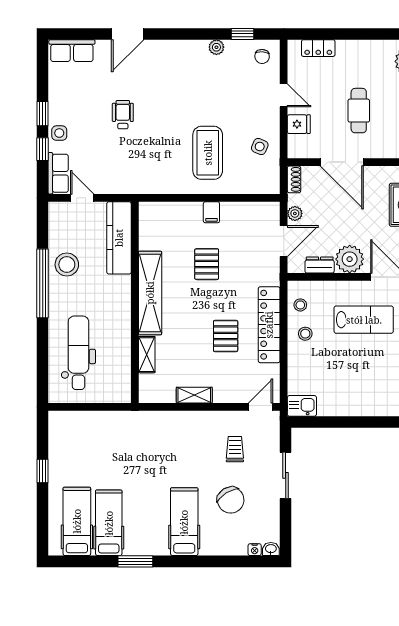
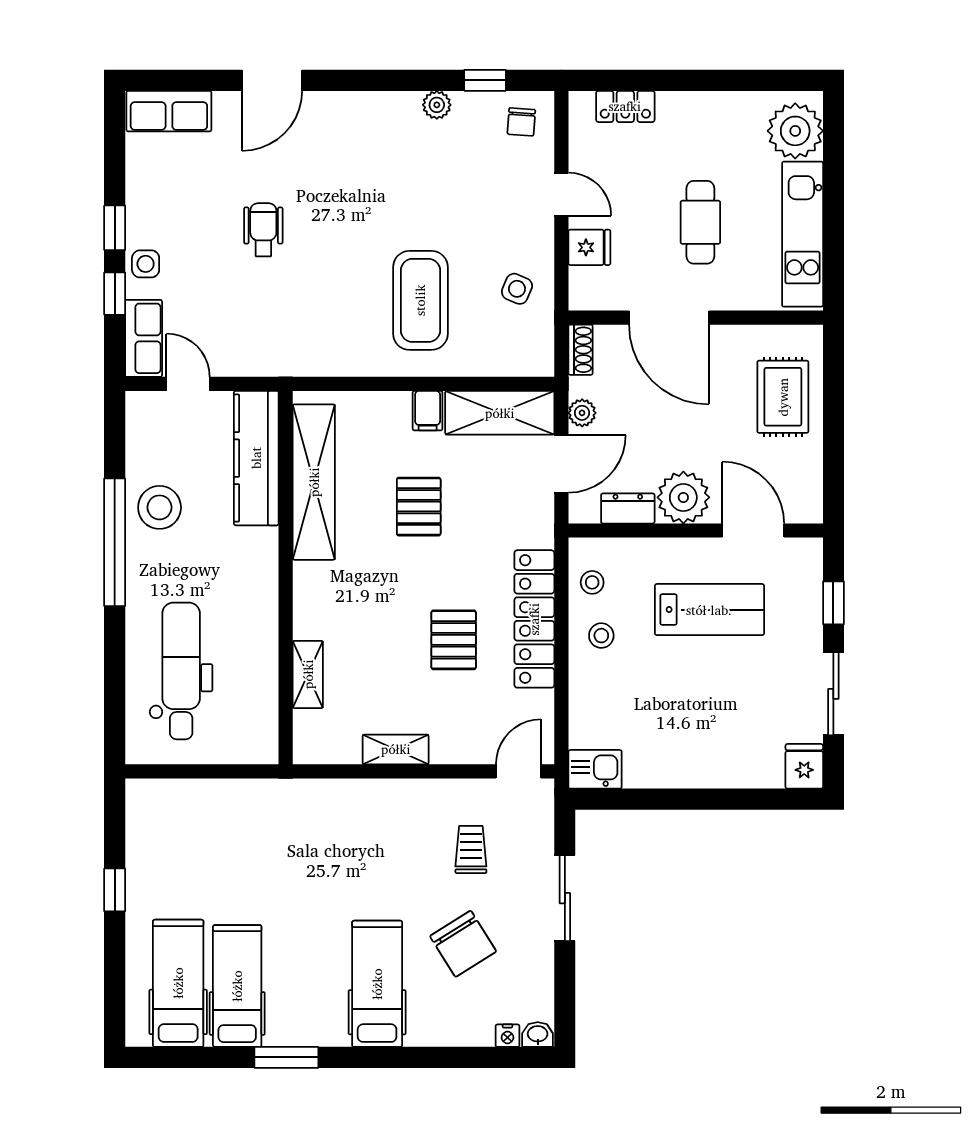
shelving: (250, 213) -> (500, 413), added
shelving: (150, 293) -> (314, 482), moved

